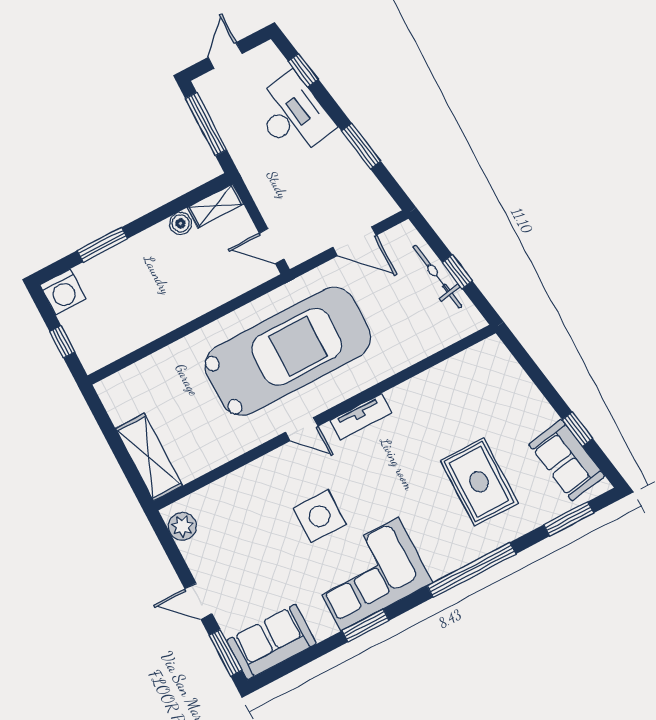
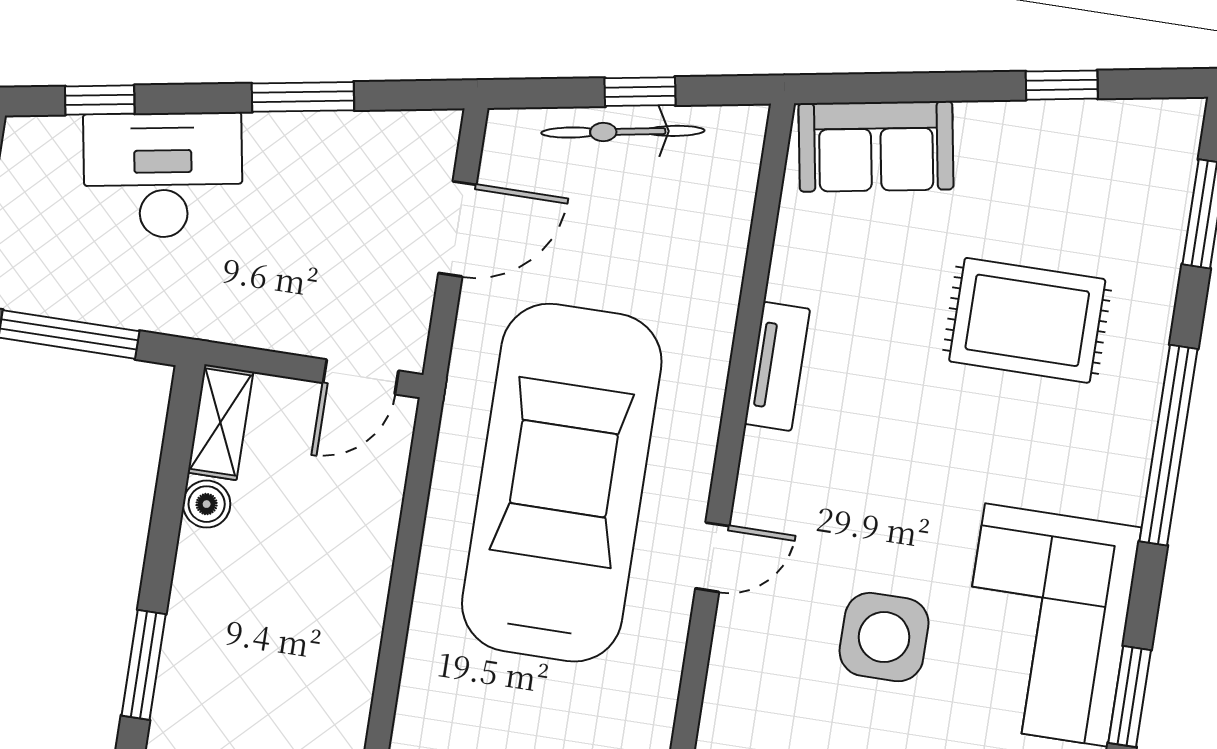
tv unit: (361, 417) -> (777, 366), moved
sofa: (567, 460) -> (876, 146), moved

